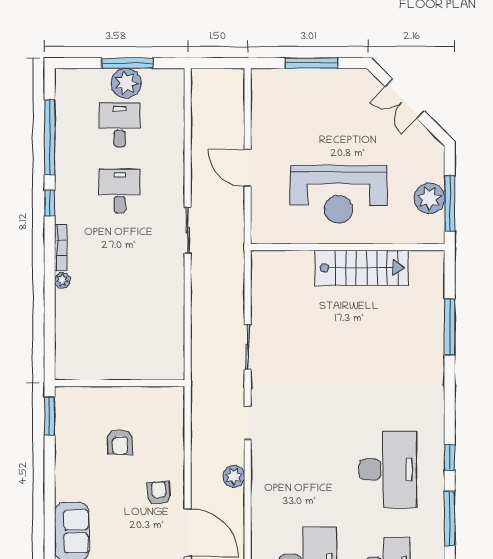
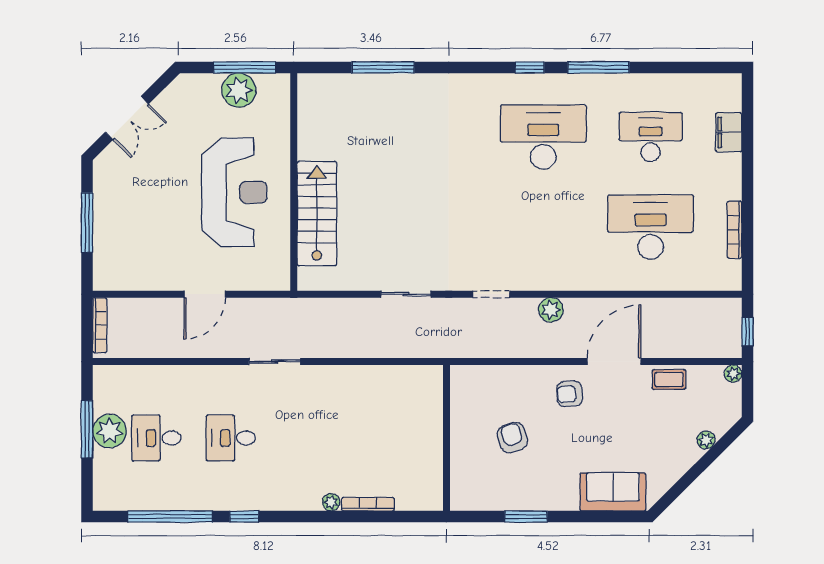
bookcase: (220, 74) -> (100, 325), added
bookcase: (61, 248) -> (368, 504), moved
stairs: (362, 268) -> (317, 214), moved
window: (50, 416) -> (526, 517), moved
armchair: (120, 442) -> (512, 438), turned -109

